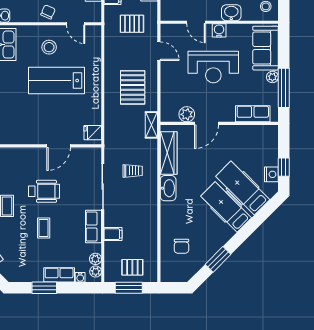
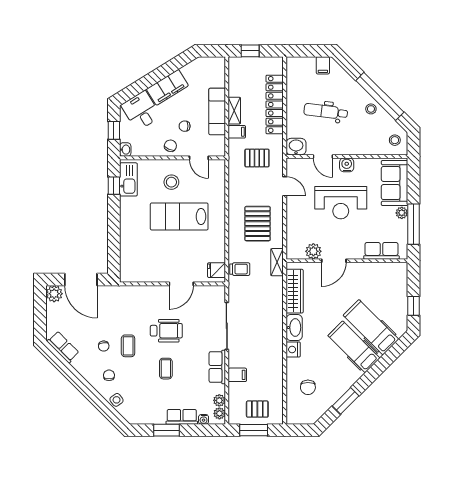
washbasin: (231, 13) -> (296, 147), moved
trolley: (133, 171) -> (240, 269), moved
nightstand: (271, 174) -> (293, 349), moved, turned 180

